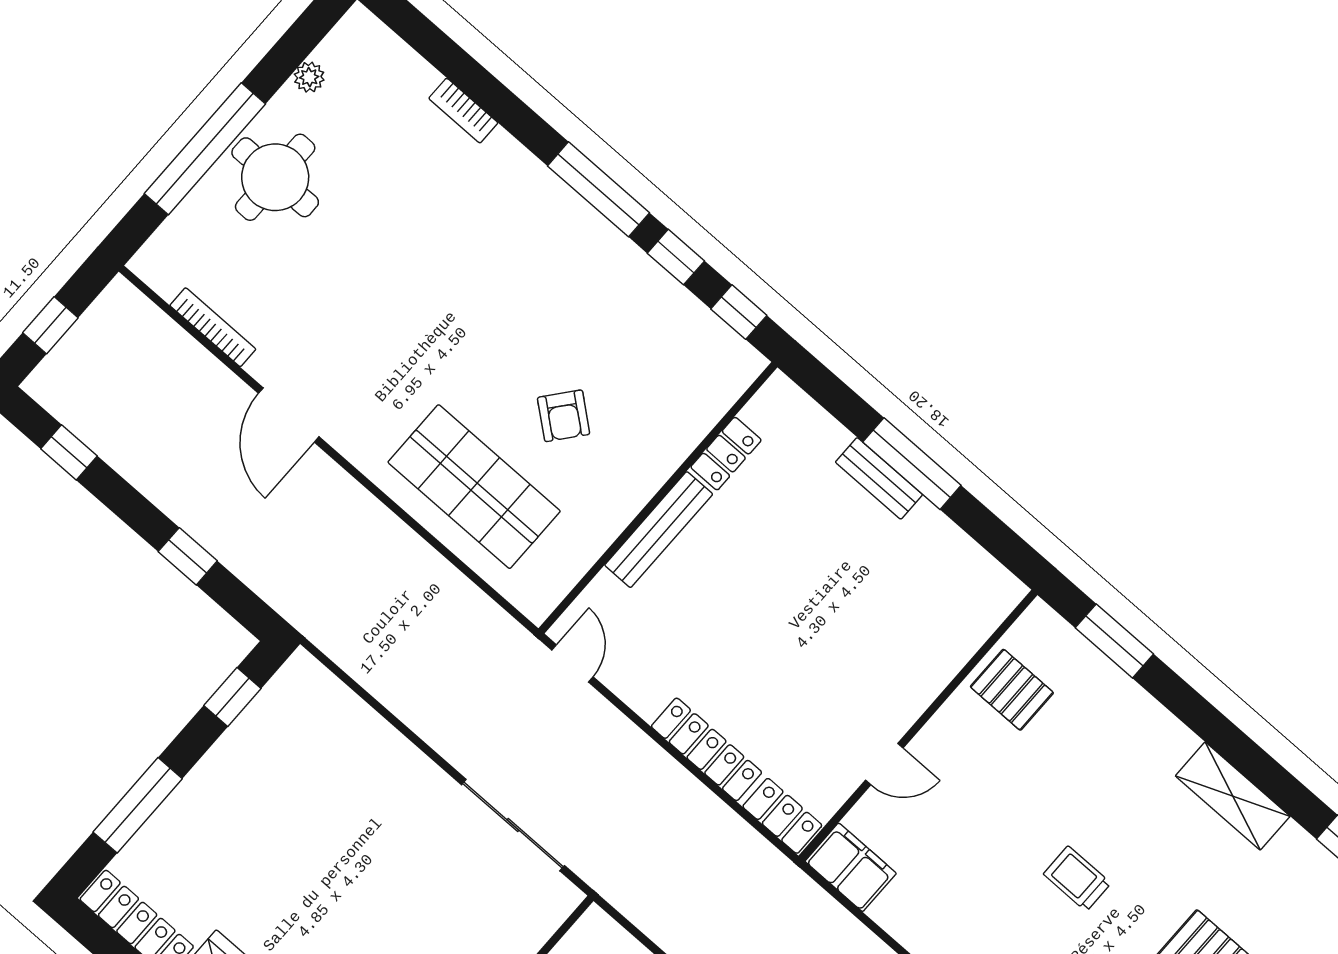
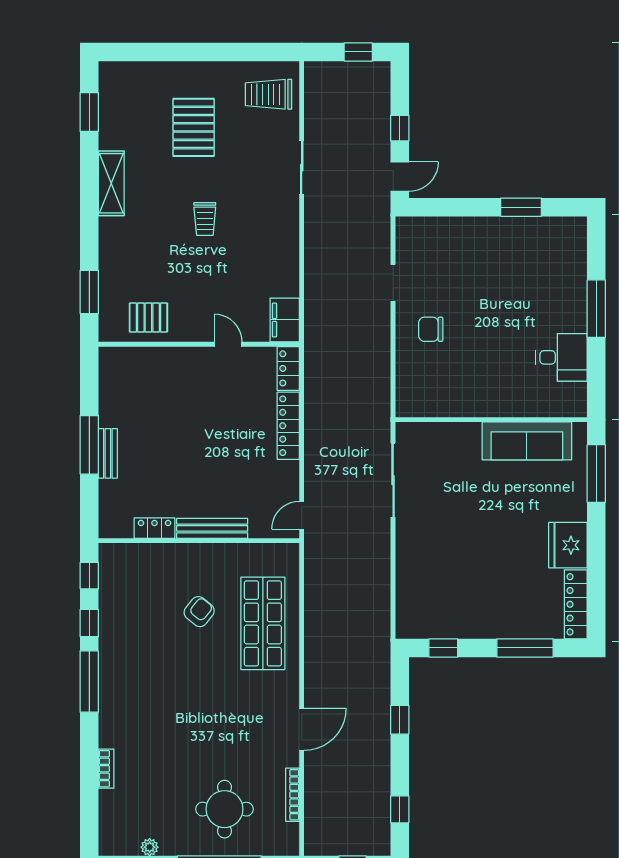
round table: (275, 177) -> (224, 809), moved
pallet: (1012, 690) -> (148, 317), turned 90

